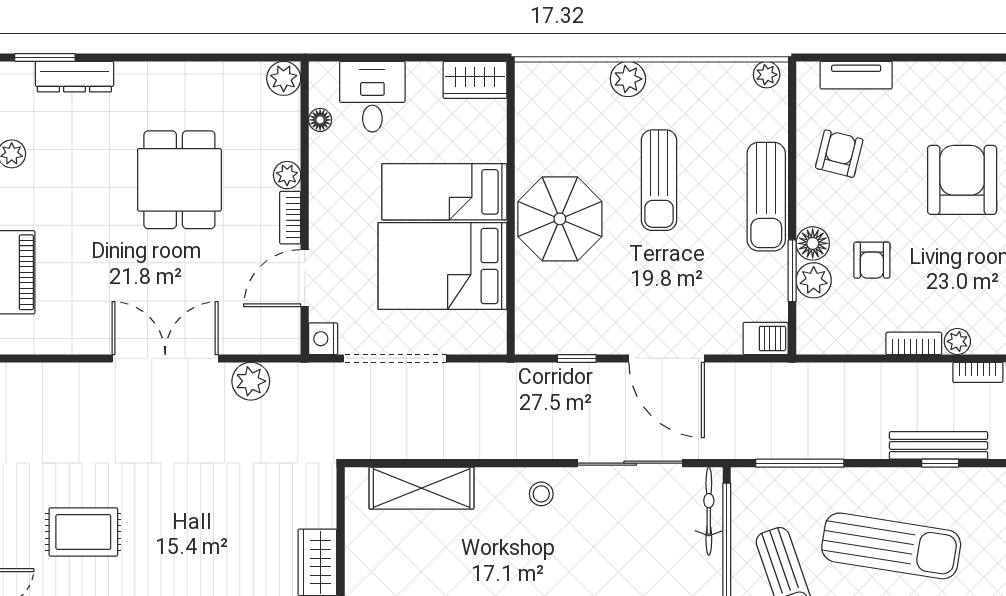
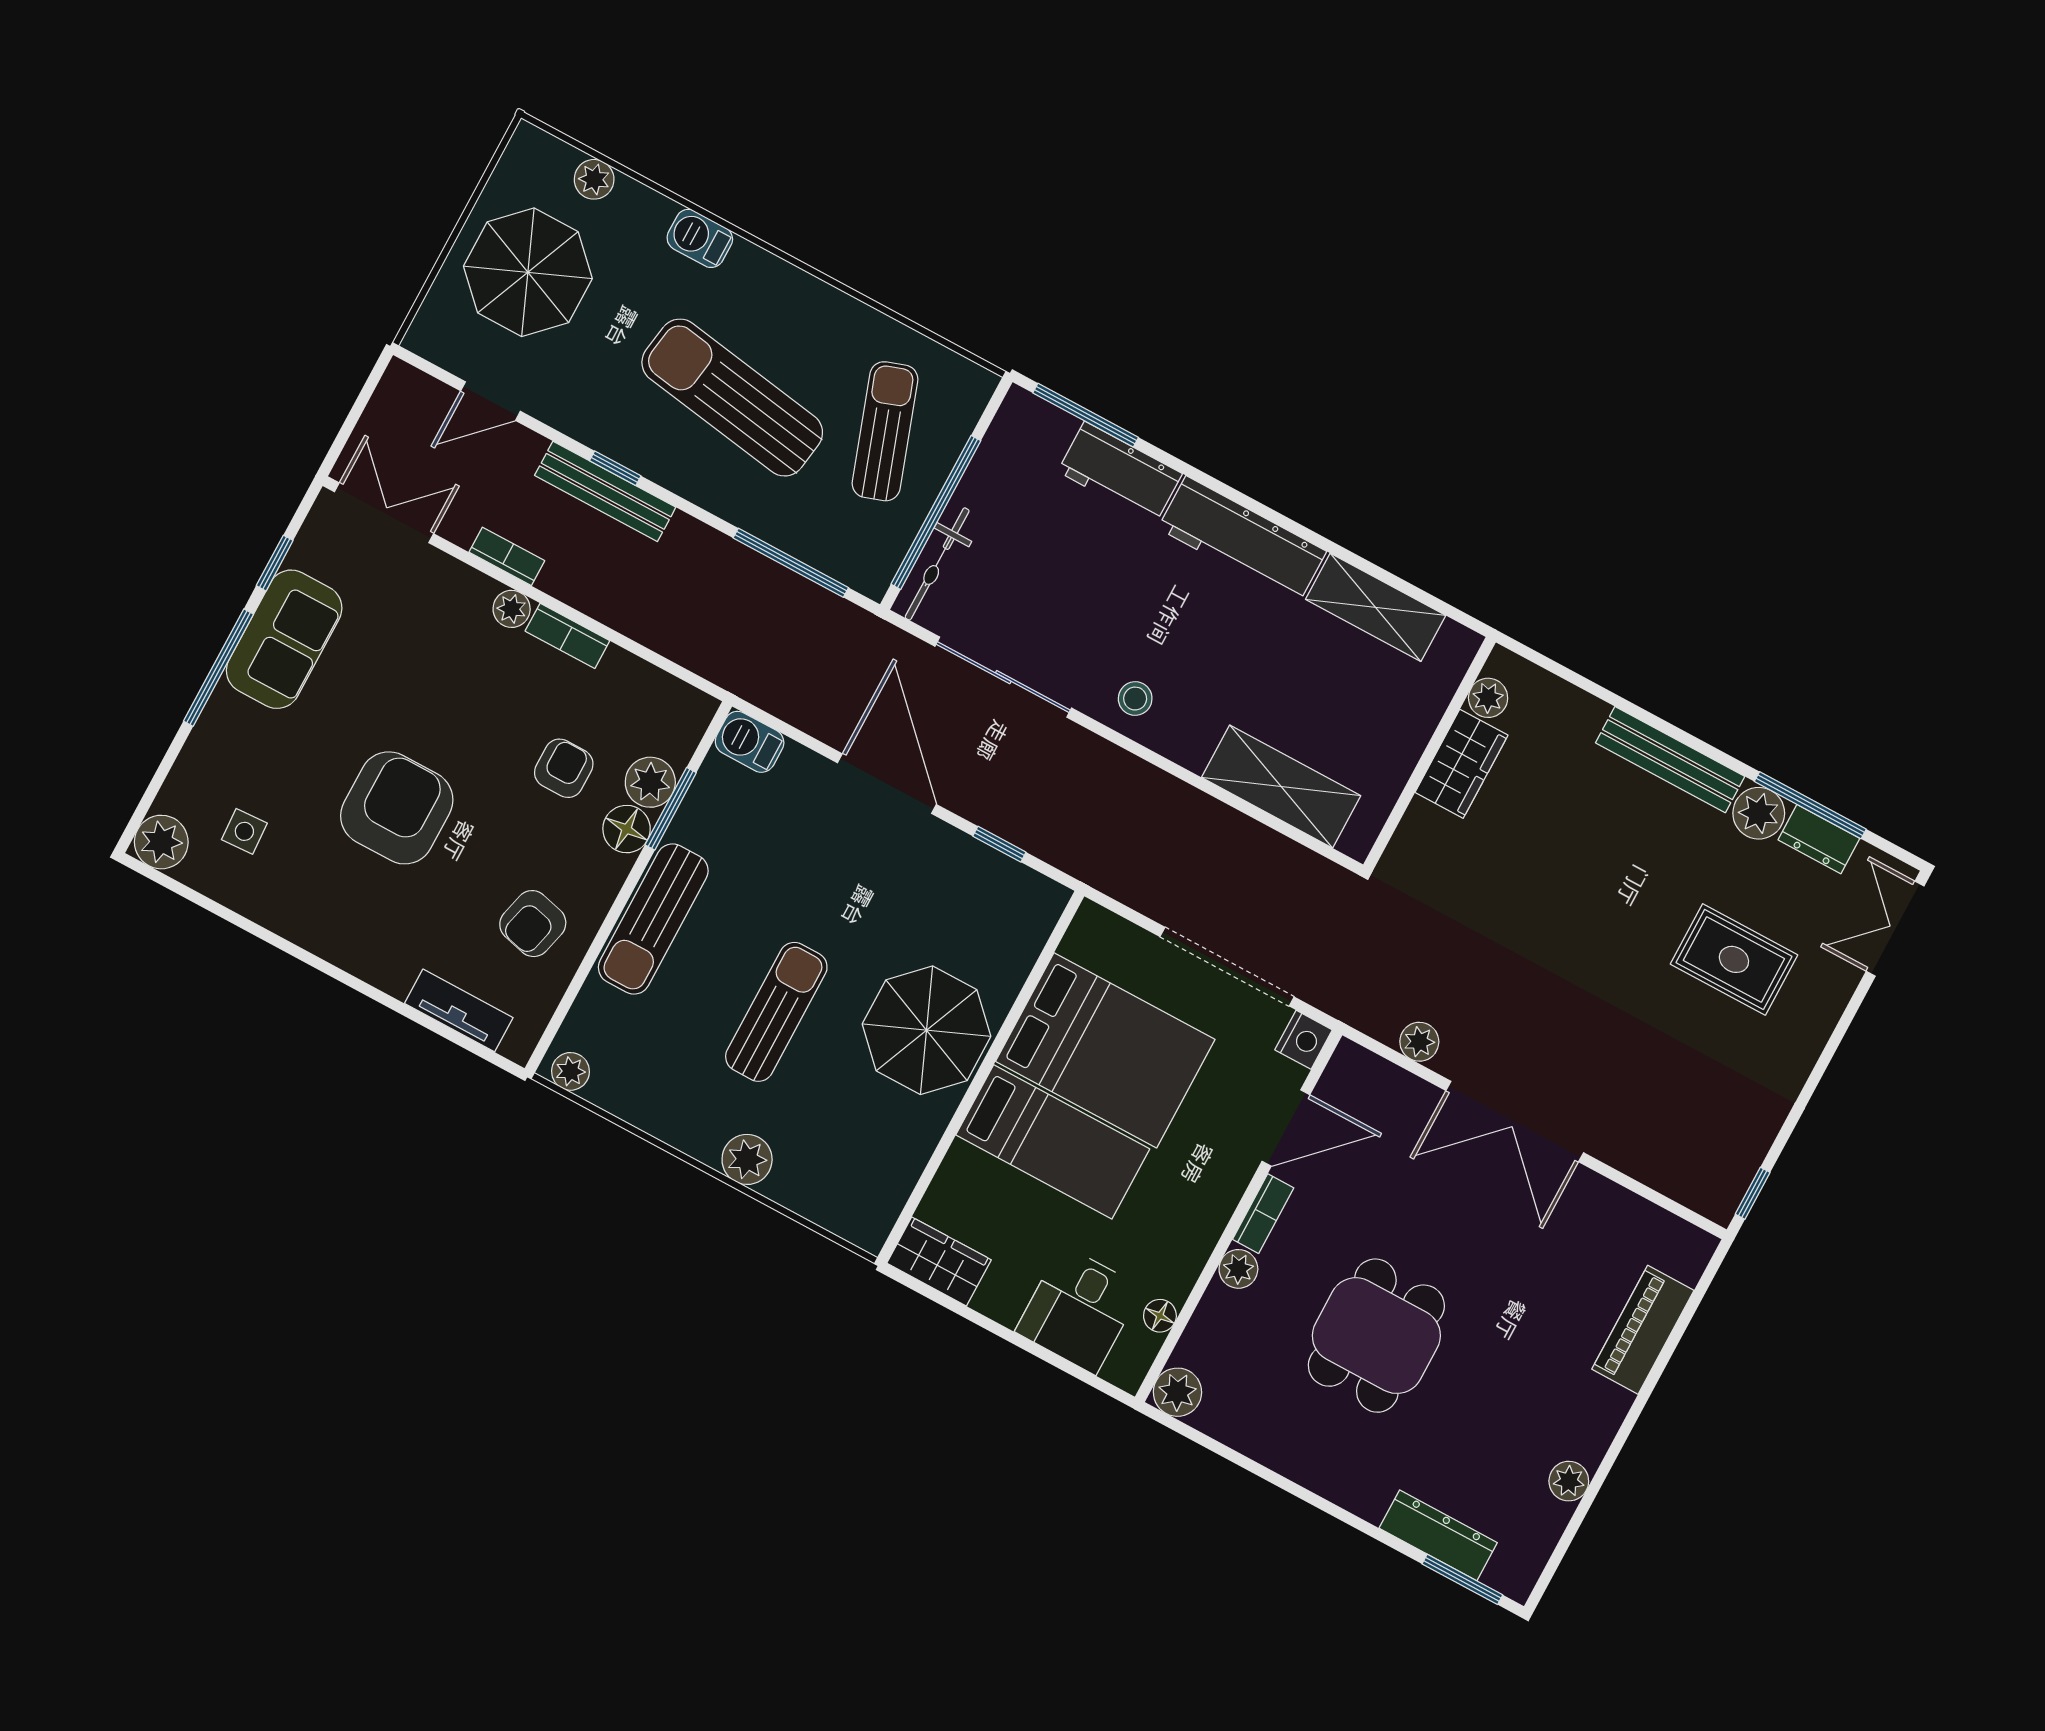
armchair: (962, 180) -> (397, 808), turned 180
sun lounger: (766, 197) -> (653, 919), turned 180
plant: (251, 381) -> (1419, 1042), width x0.73, depth x0.73

